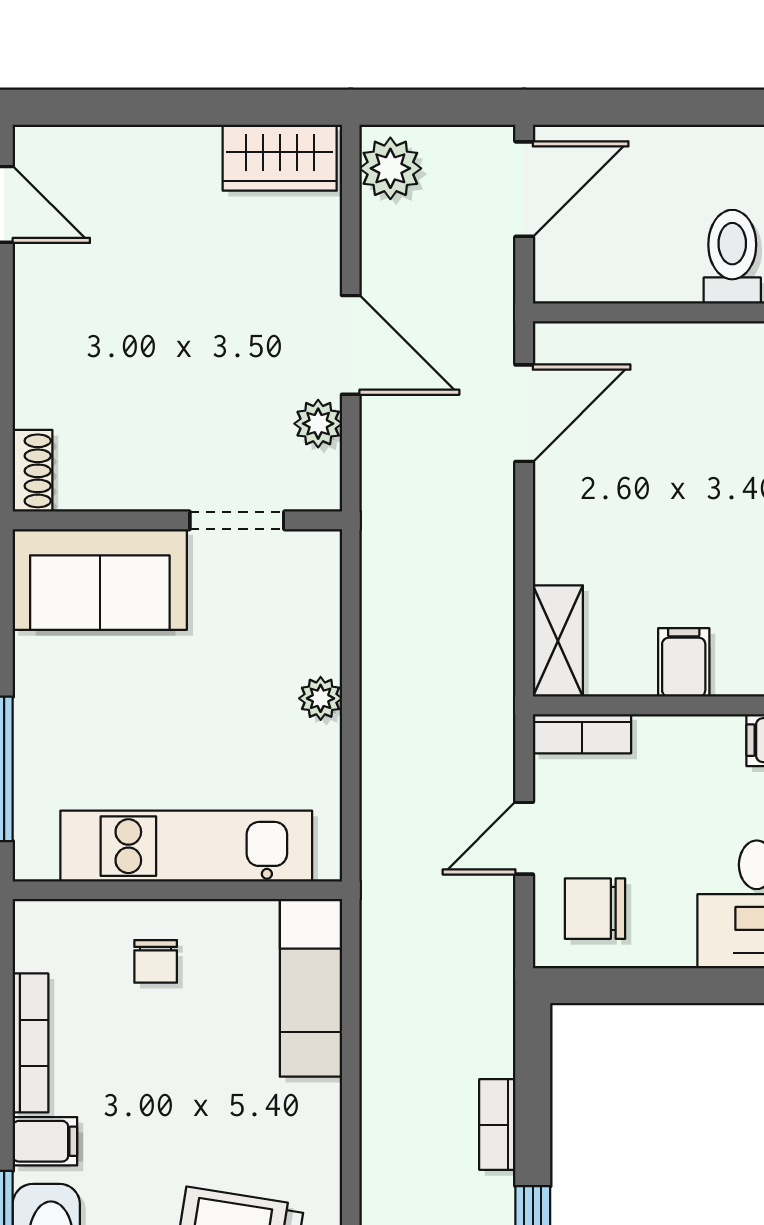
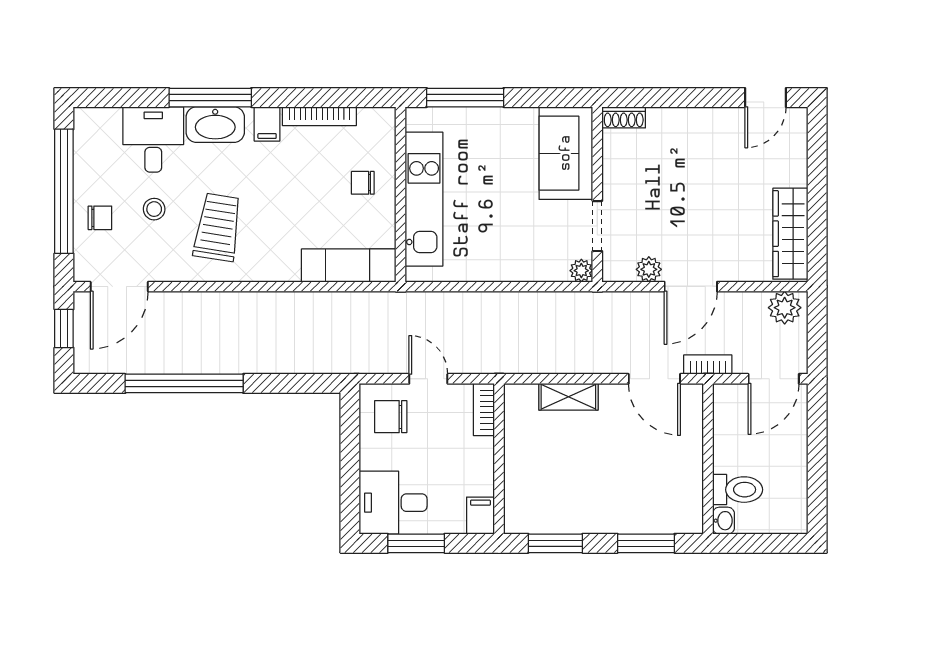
wardrobe: (280, 158) -> (790, 234), width x1.50
door: (524, 189) -> (774, 379), hinge flipped
shelving: (558, 641) -> (568, 397), moved
filing cabinet: (684, 662) -> (522, 464), removed
plant: (321, 698) -> (581, 271), moved
chair: (595, 909) -> (391, 417), turned -90
bookcase: (497, 1125) -> (708, 365), moved

